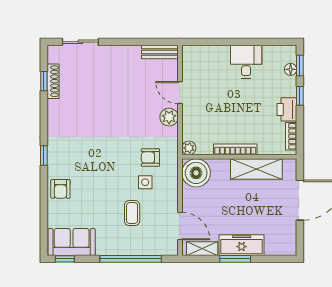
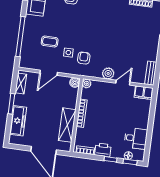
filing cabinet: (191, 59) -> (144, 93), added
desk: (246, 62) -> (136, 138), moved
boiler: (196, 173) -> (75, 82), width x0.54, depth x0.54
door: (180, 226) -> (49, 73), moved
freezer: (242, 245) -> (18, 121), moved

